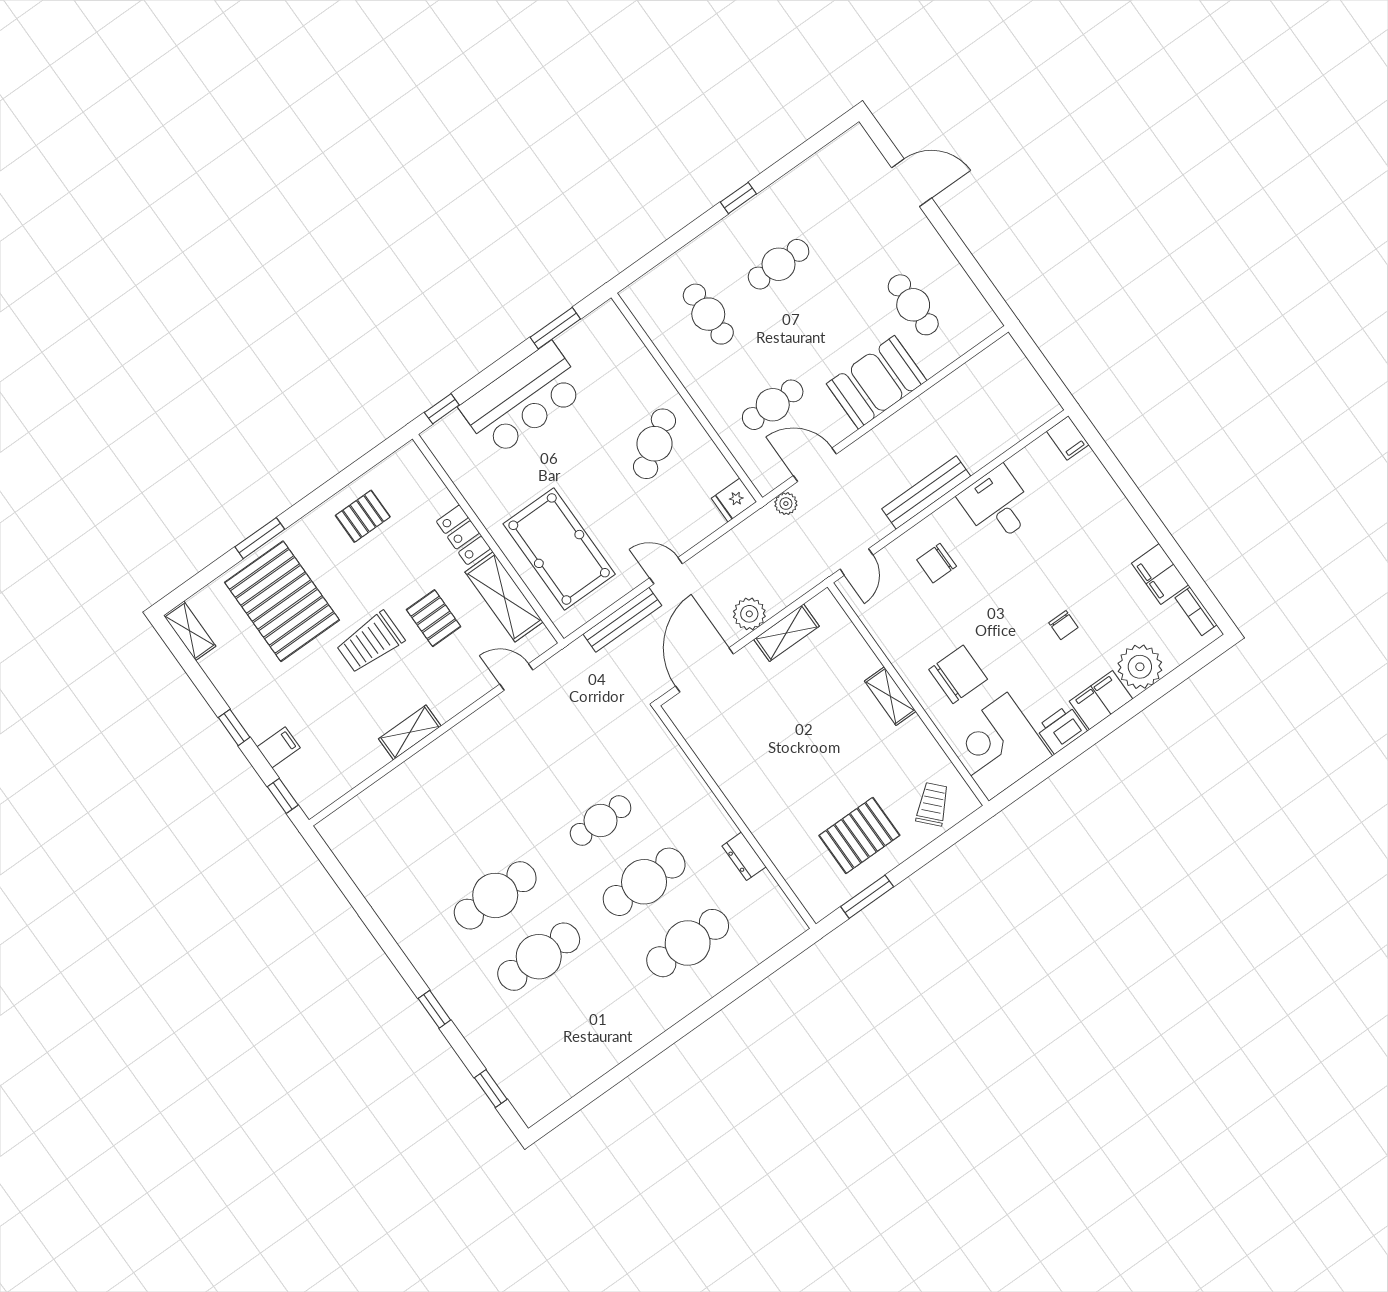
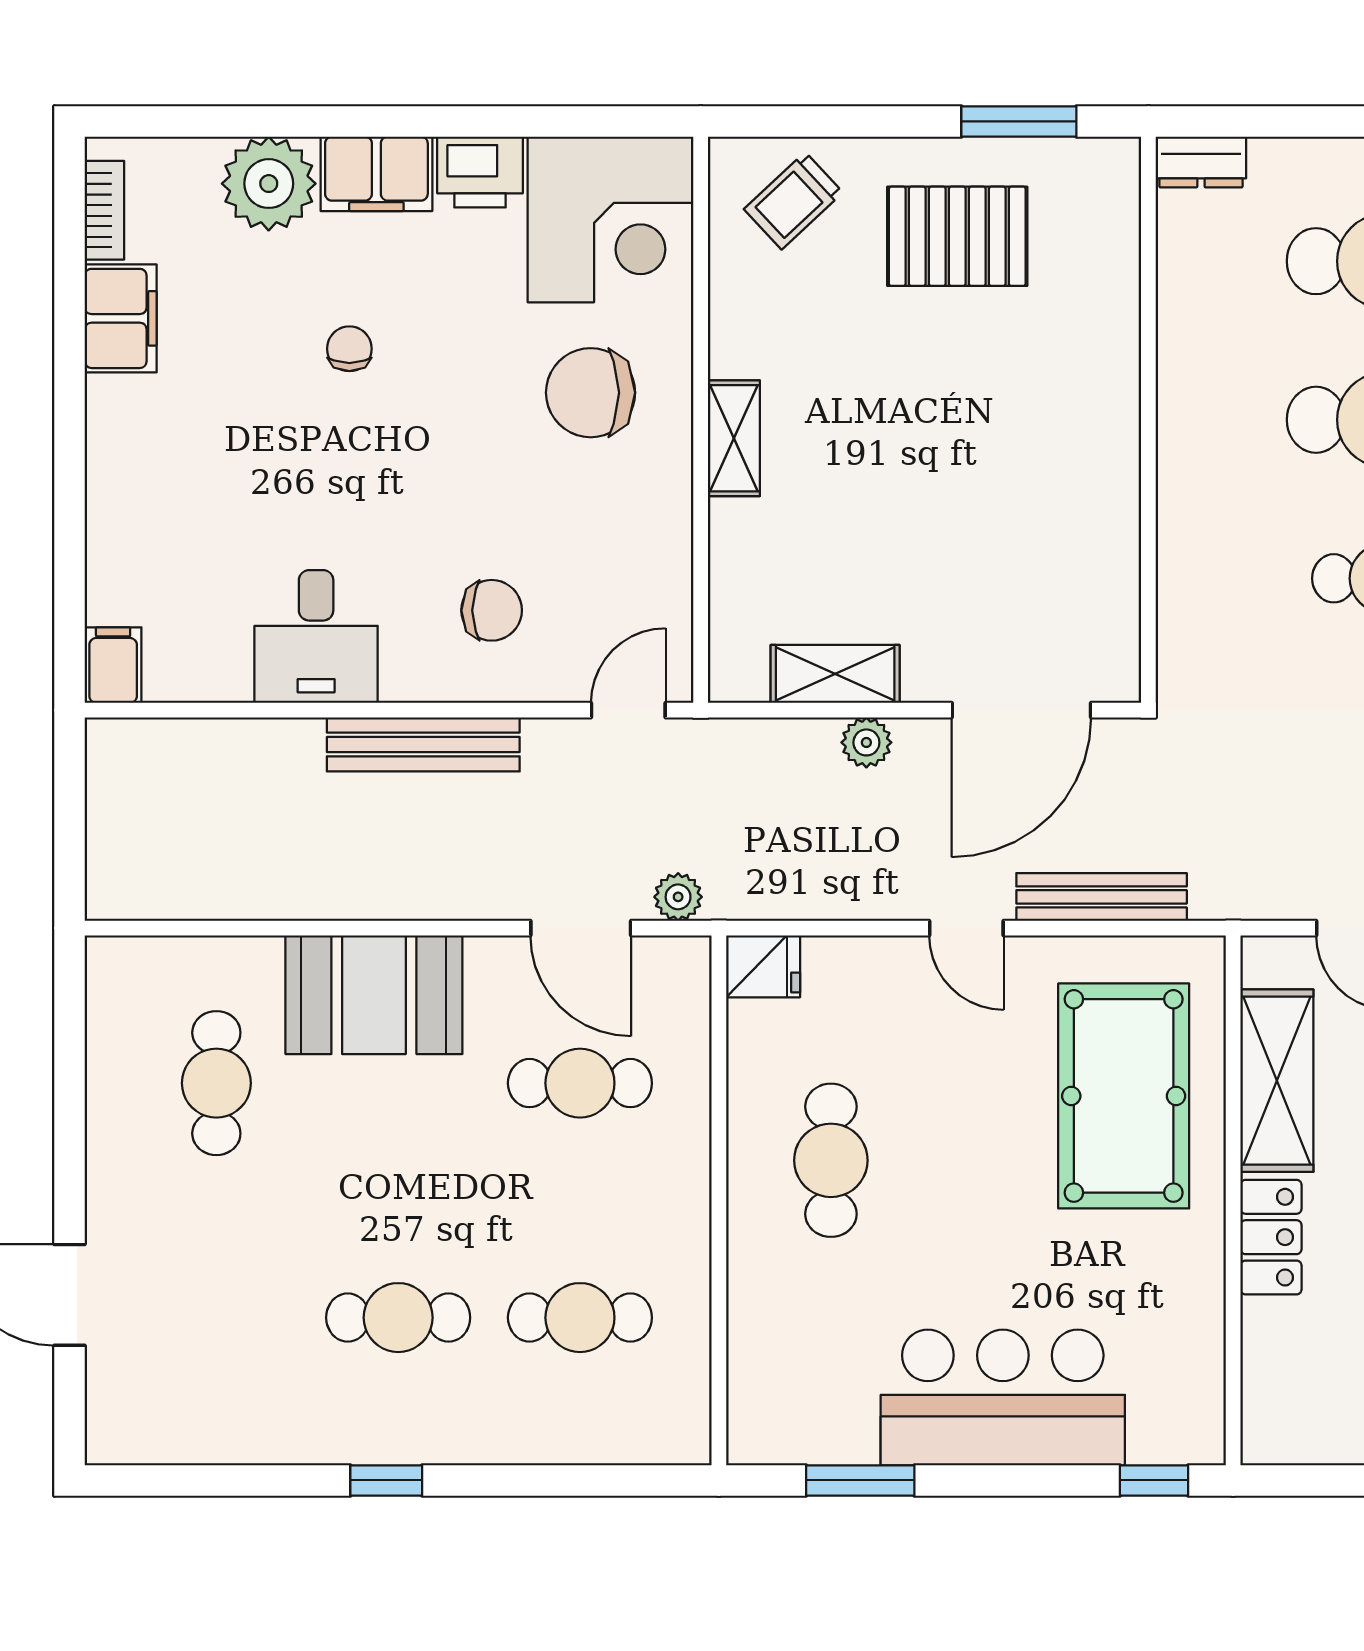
cafe table: (708, 314) -> (580, 1318), turned 90
cafe table: (655, 444) -> (831, 1160), turned -56
plant: (749, 614) -> (866, 742), width x0.73, depth x0.73
dresser: (744, 856) -> (1201, 162), moved, turned 90

